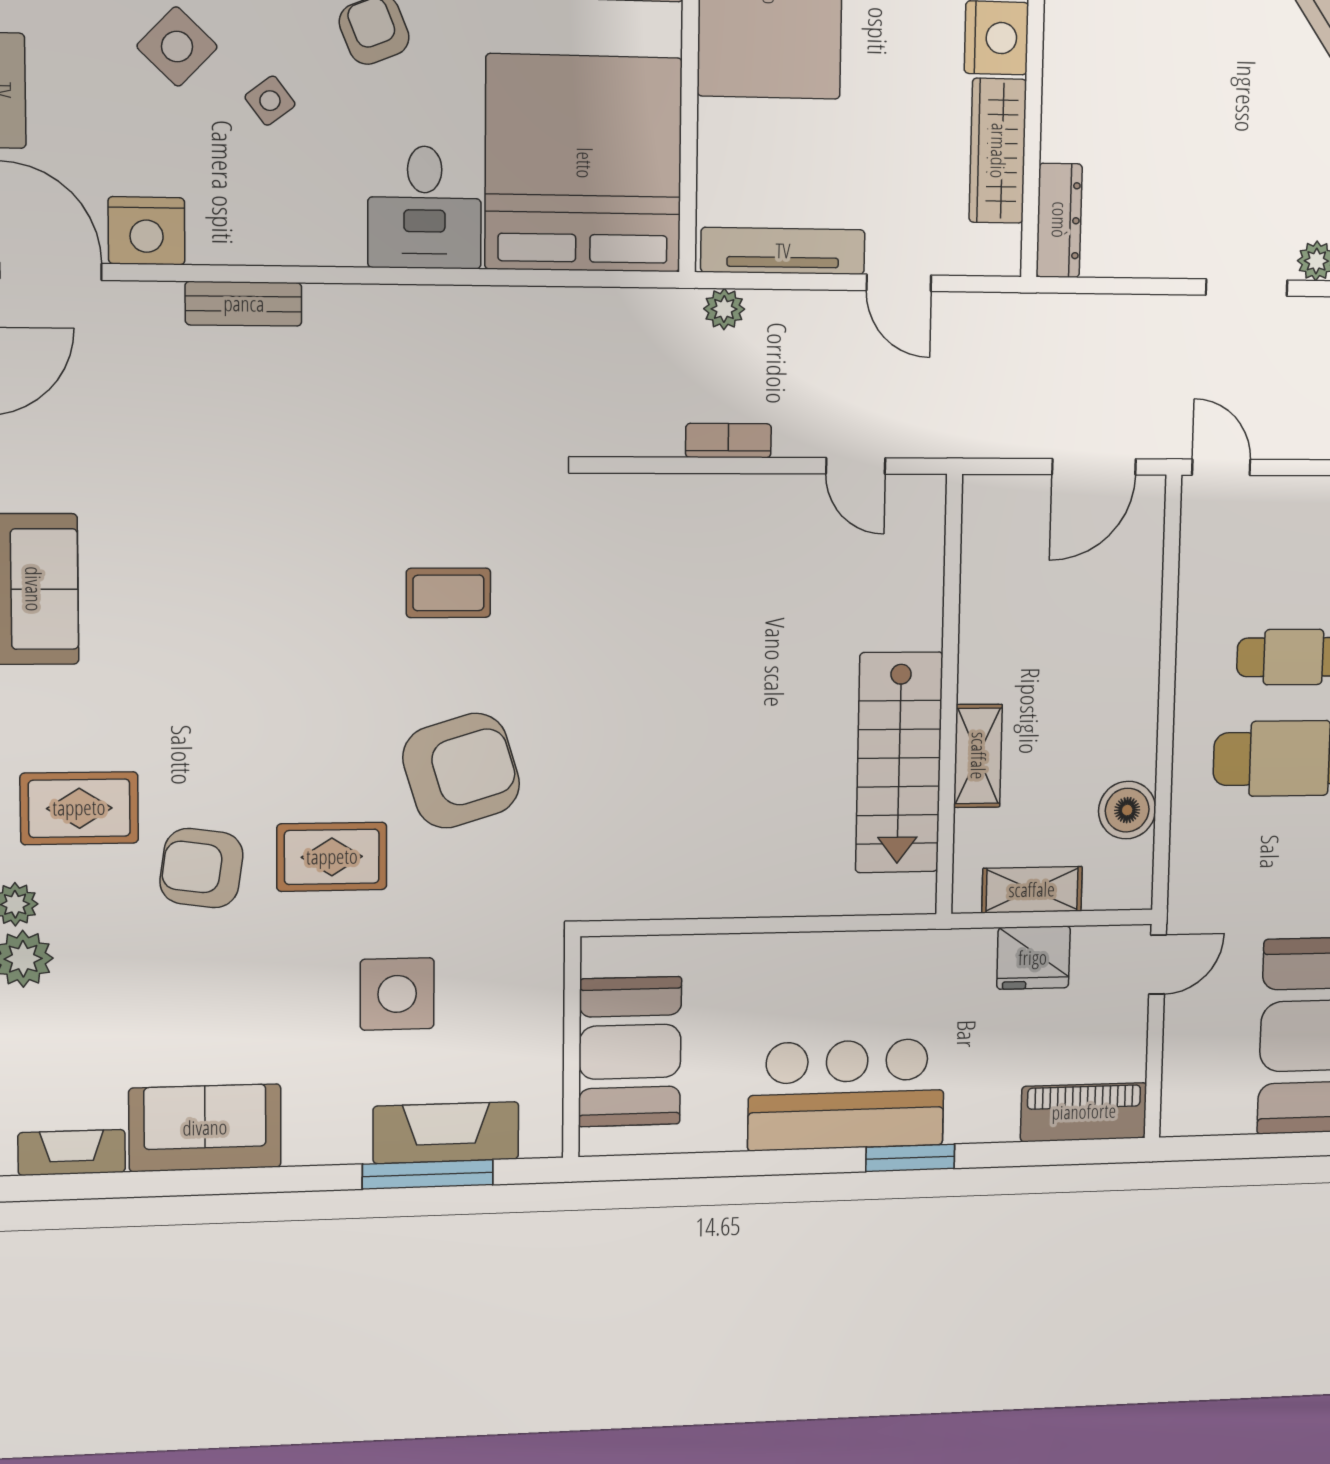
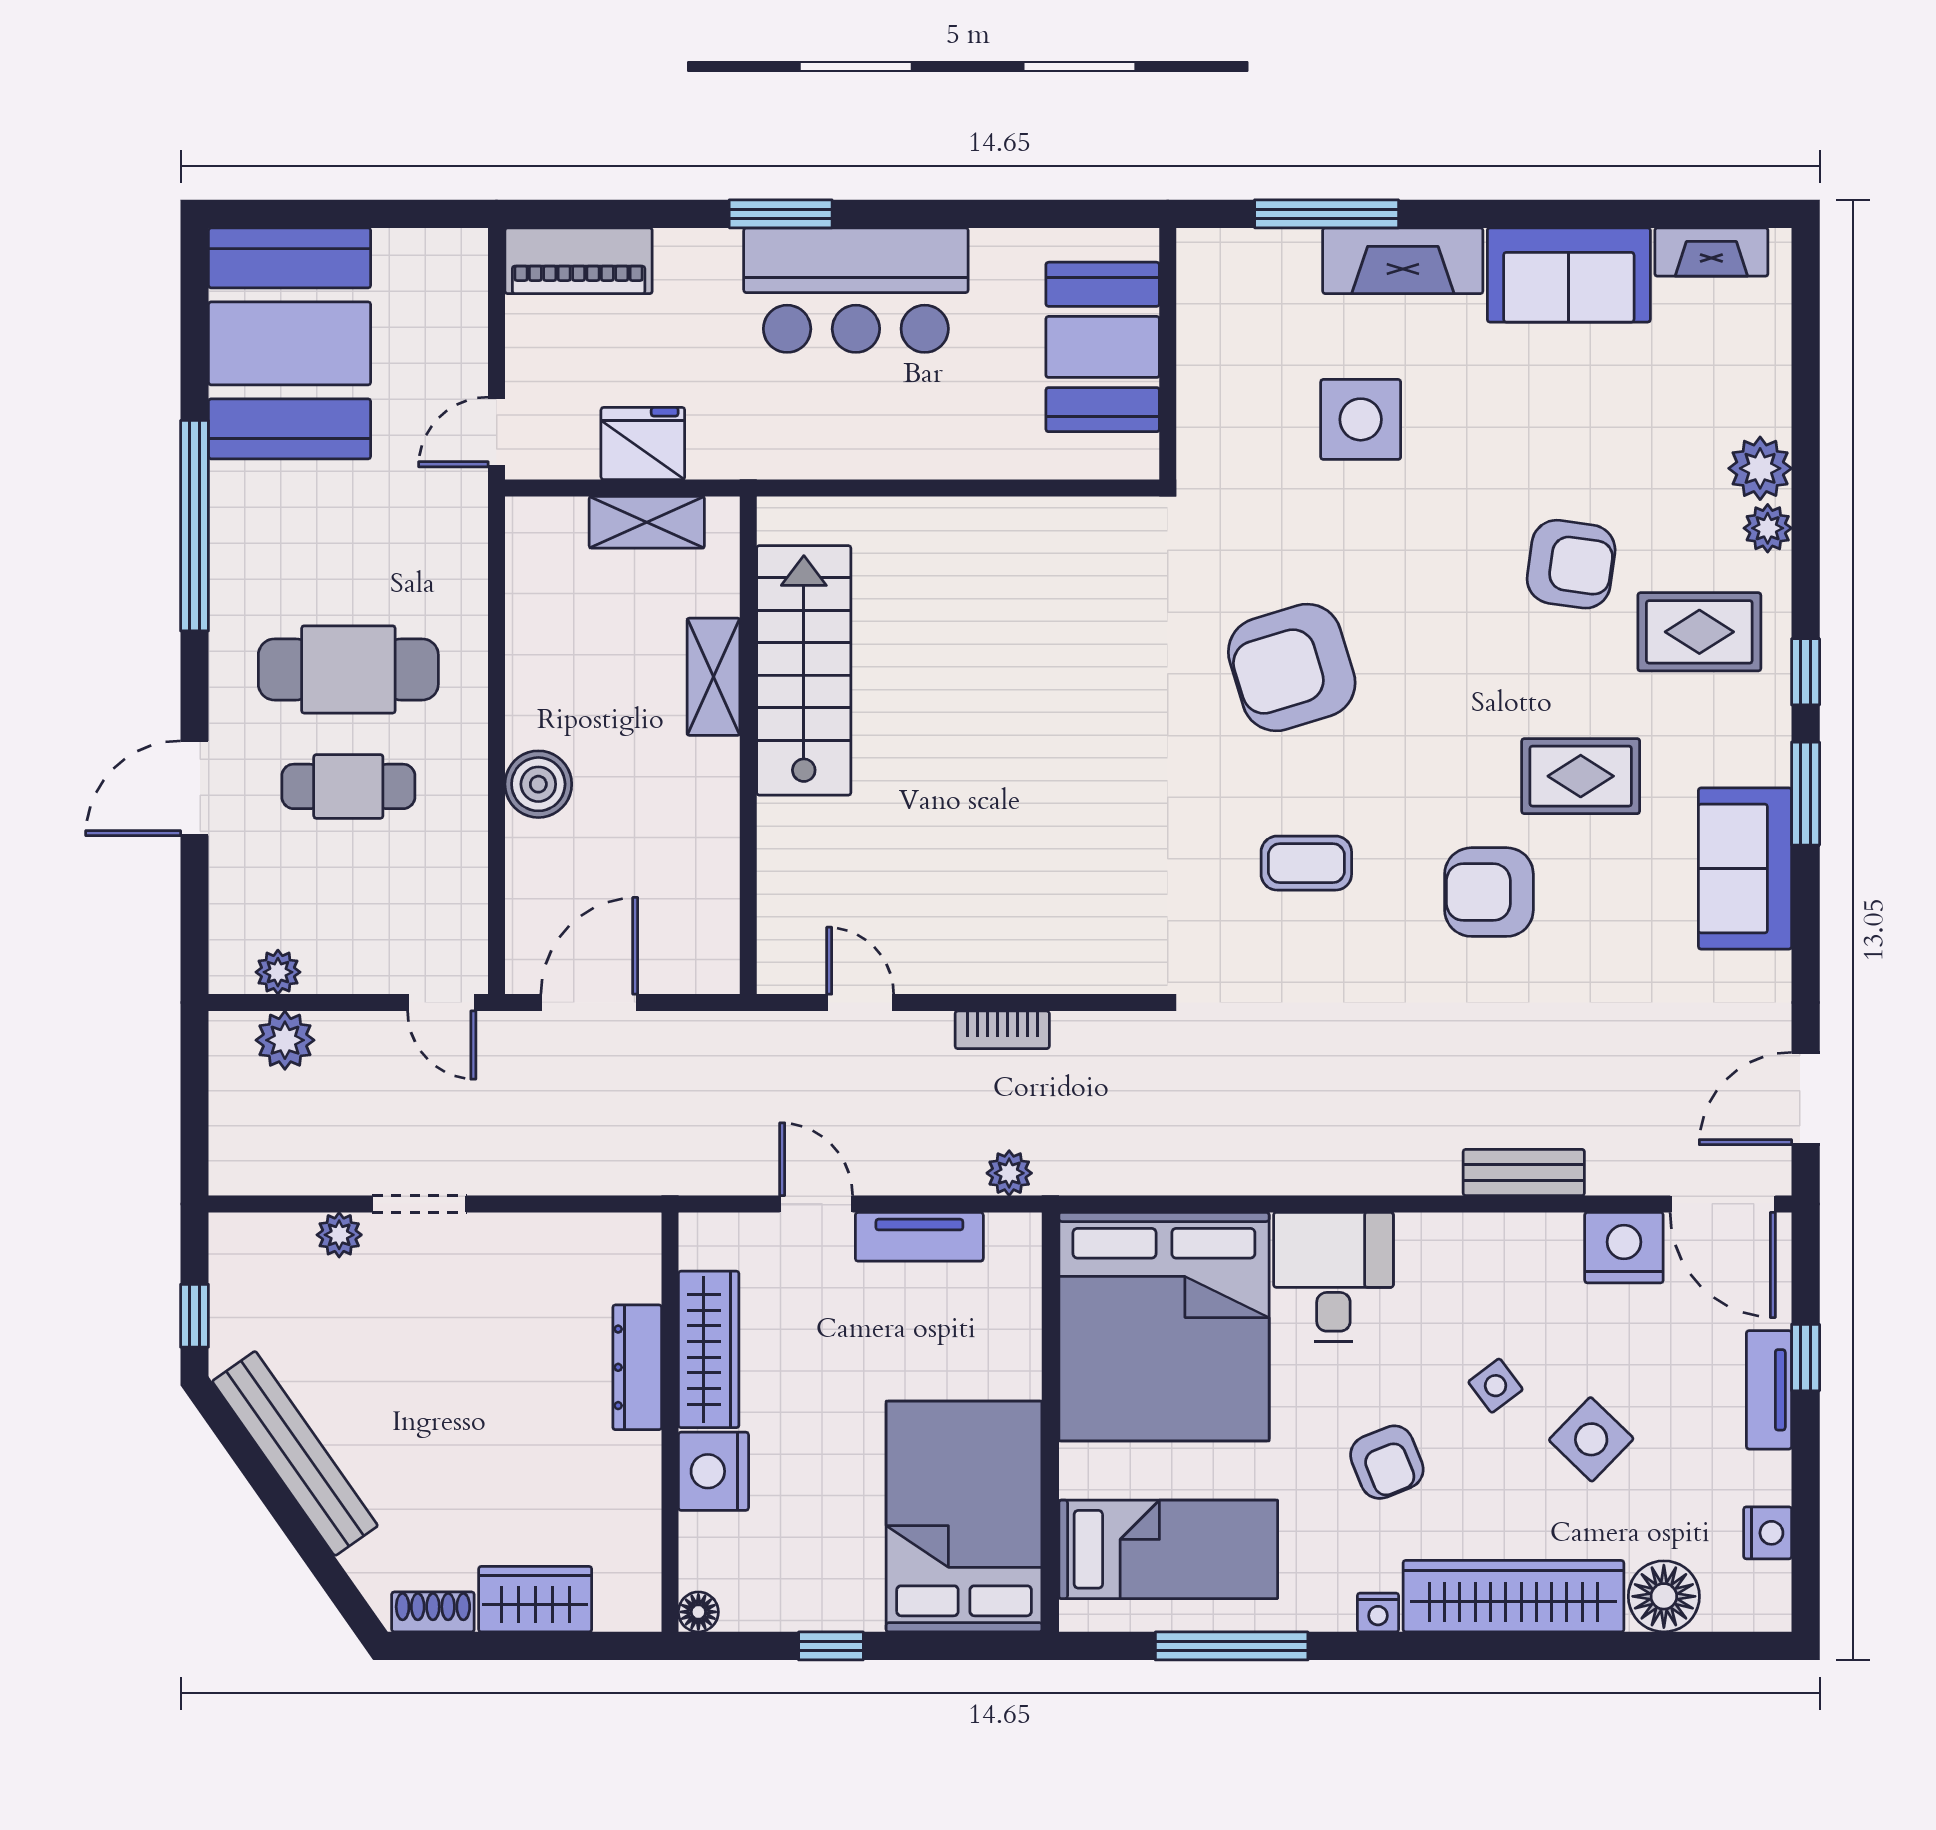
dresser: (1059, 220) -> (637, 1367), moved
tv unit: (783, 251) -> (919, 1237), width x0.71
armchair: (278, 567) -> (1489, 892), added
boiler: (1127, 810) -> (538, 784), moved
rug: (332, 857) -> (1581, 776), moved
fireplace: (446, 1133) -> (1403, 261), moved

